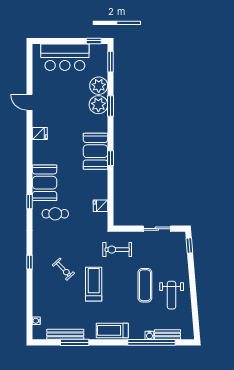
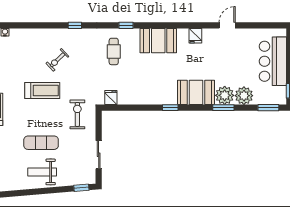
booth: (95, 151) -> (196, 92), moved
booth: (45, 183) -> (158, 41), moved
fridge: (101, 206) -> (111, 98), moved
window: (30, 262) -> (75, 25), moved
weight bench: (172, 295) -> (42, 172), moved

